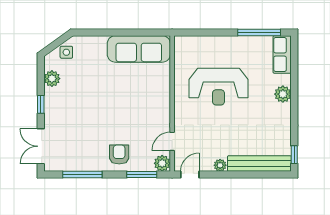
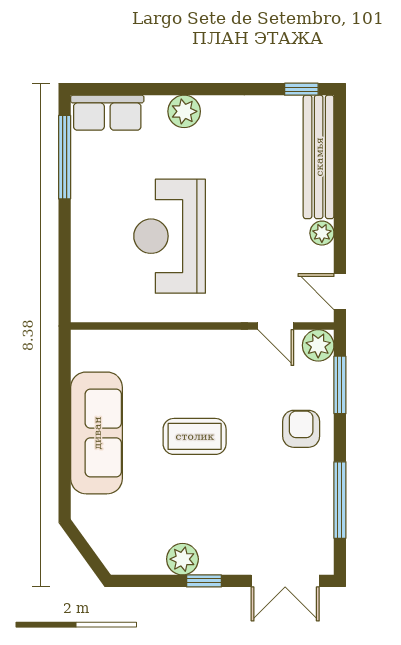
sofa: (139, 49) -> (97, 433), moved
side table: (66, 52) -> (103, 531), removed
plant: (52, 79) -> (182, 559), moved
reception desk: (218, 87) -> (170, 236), turned 180
coffee table: (115, 100) -> (195, 436), added
armchair: (119, 154) -> (301, 429), turned 90

